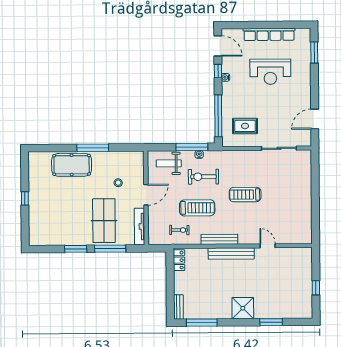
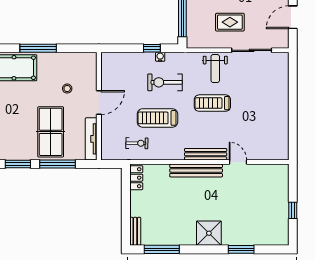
rug: (245, 126) -> (230, 22), moved
window: (192, 147) -> (152, 48), width x0.46
weight bench: (169, 163) -> (215, 69), moved, turned -90
treadmill: (197, 208) -> (157, 118), turned 180
bench: (219, 239) -> (206, 154), moved

